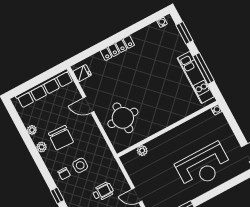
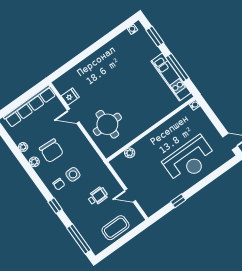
locker: (117, 48) -> (94, 59), removed
fridge: (82, 73) -> (70, 97), moved

